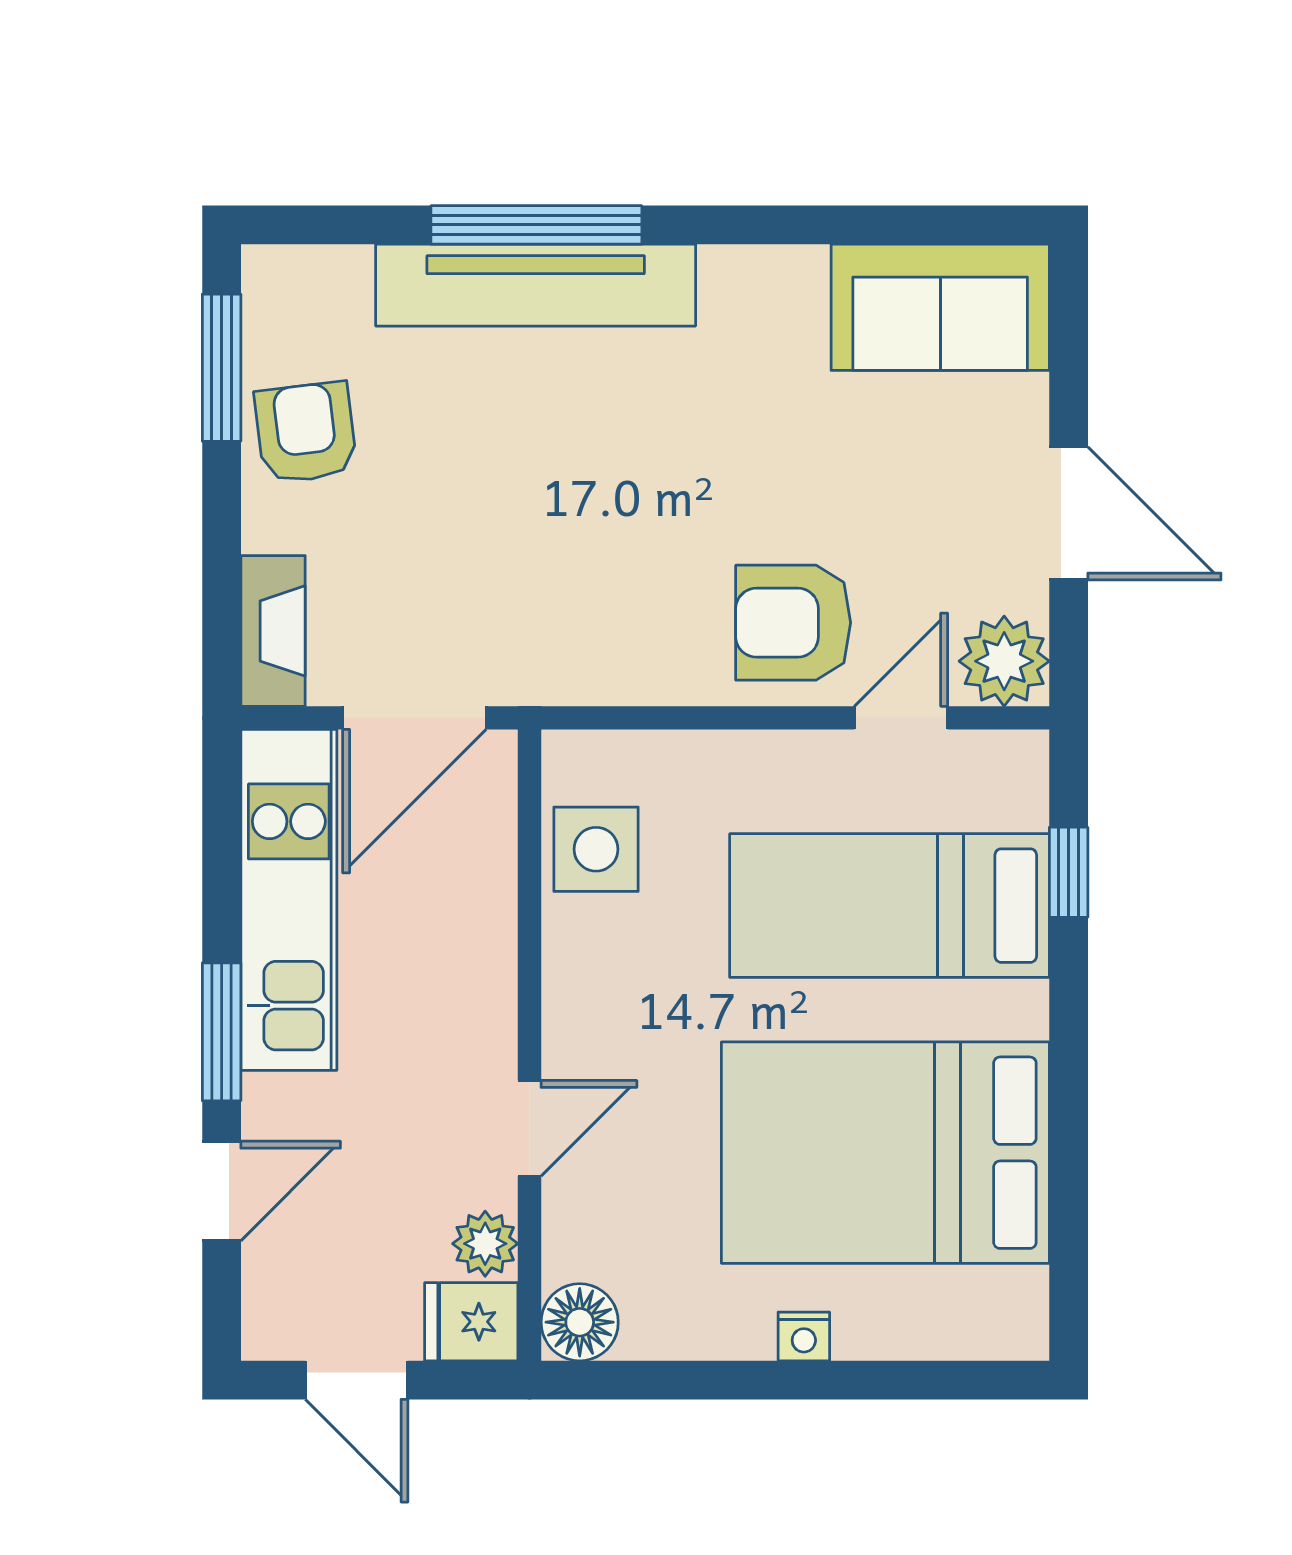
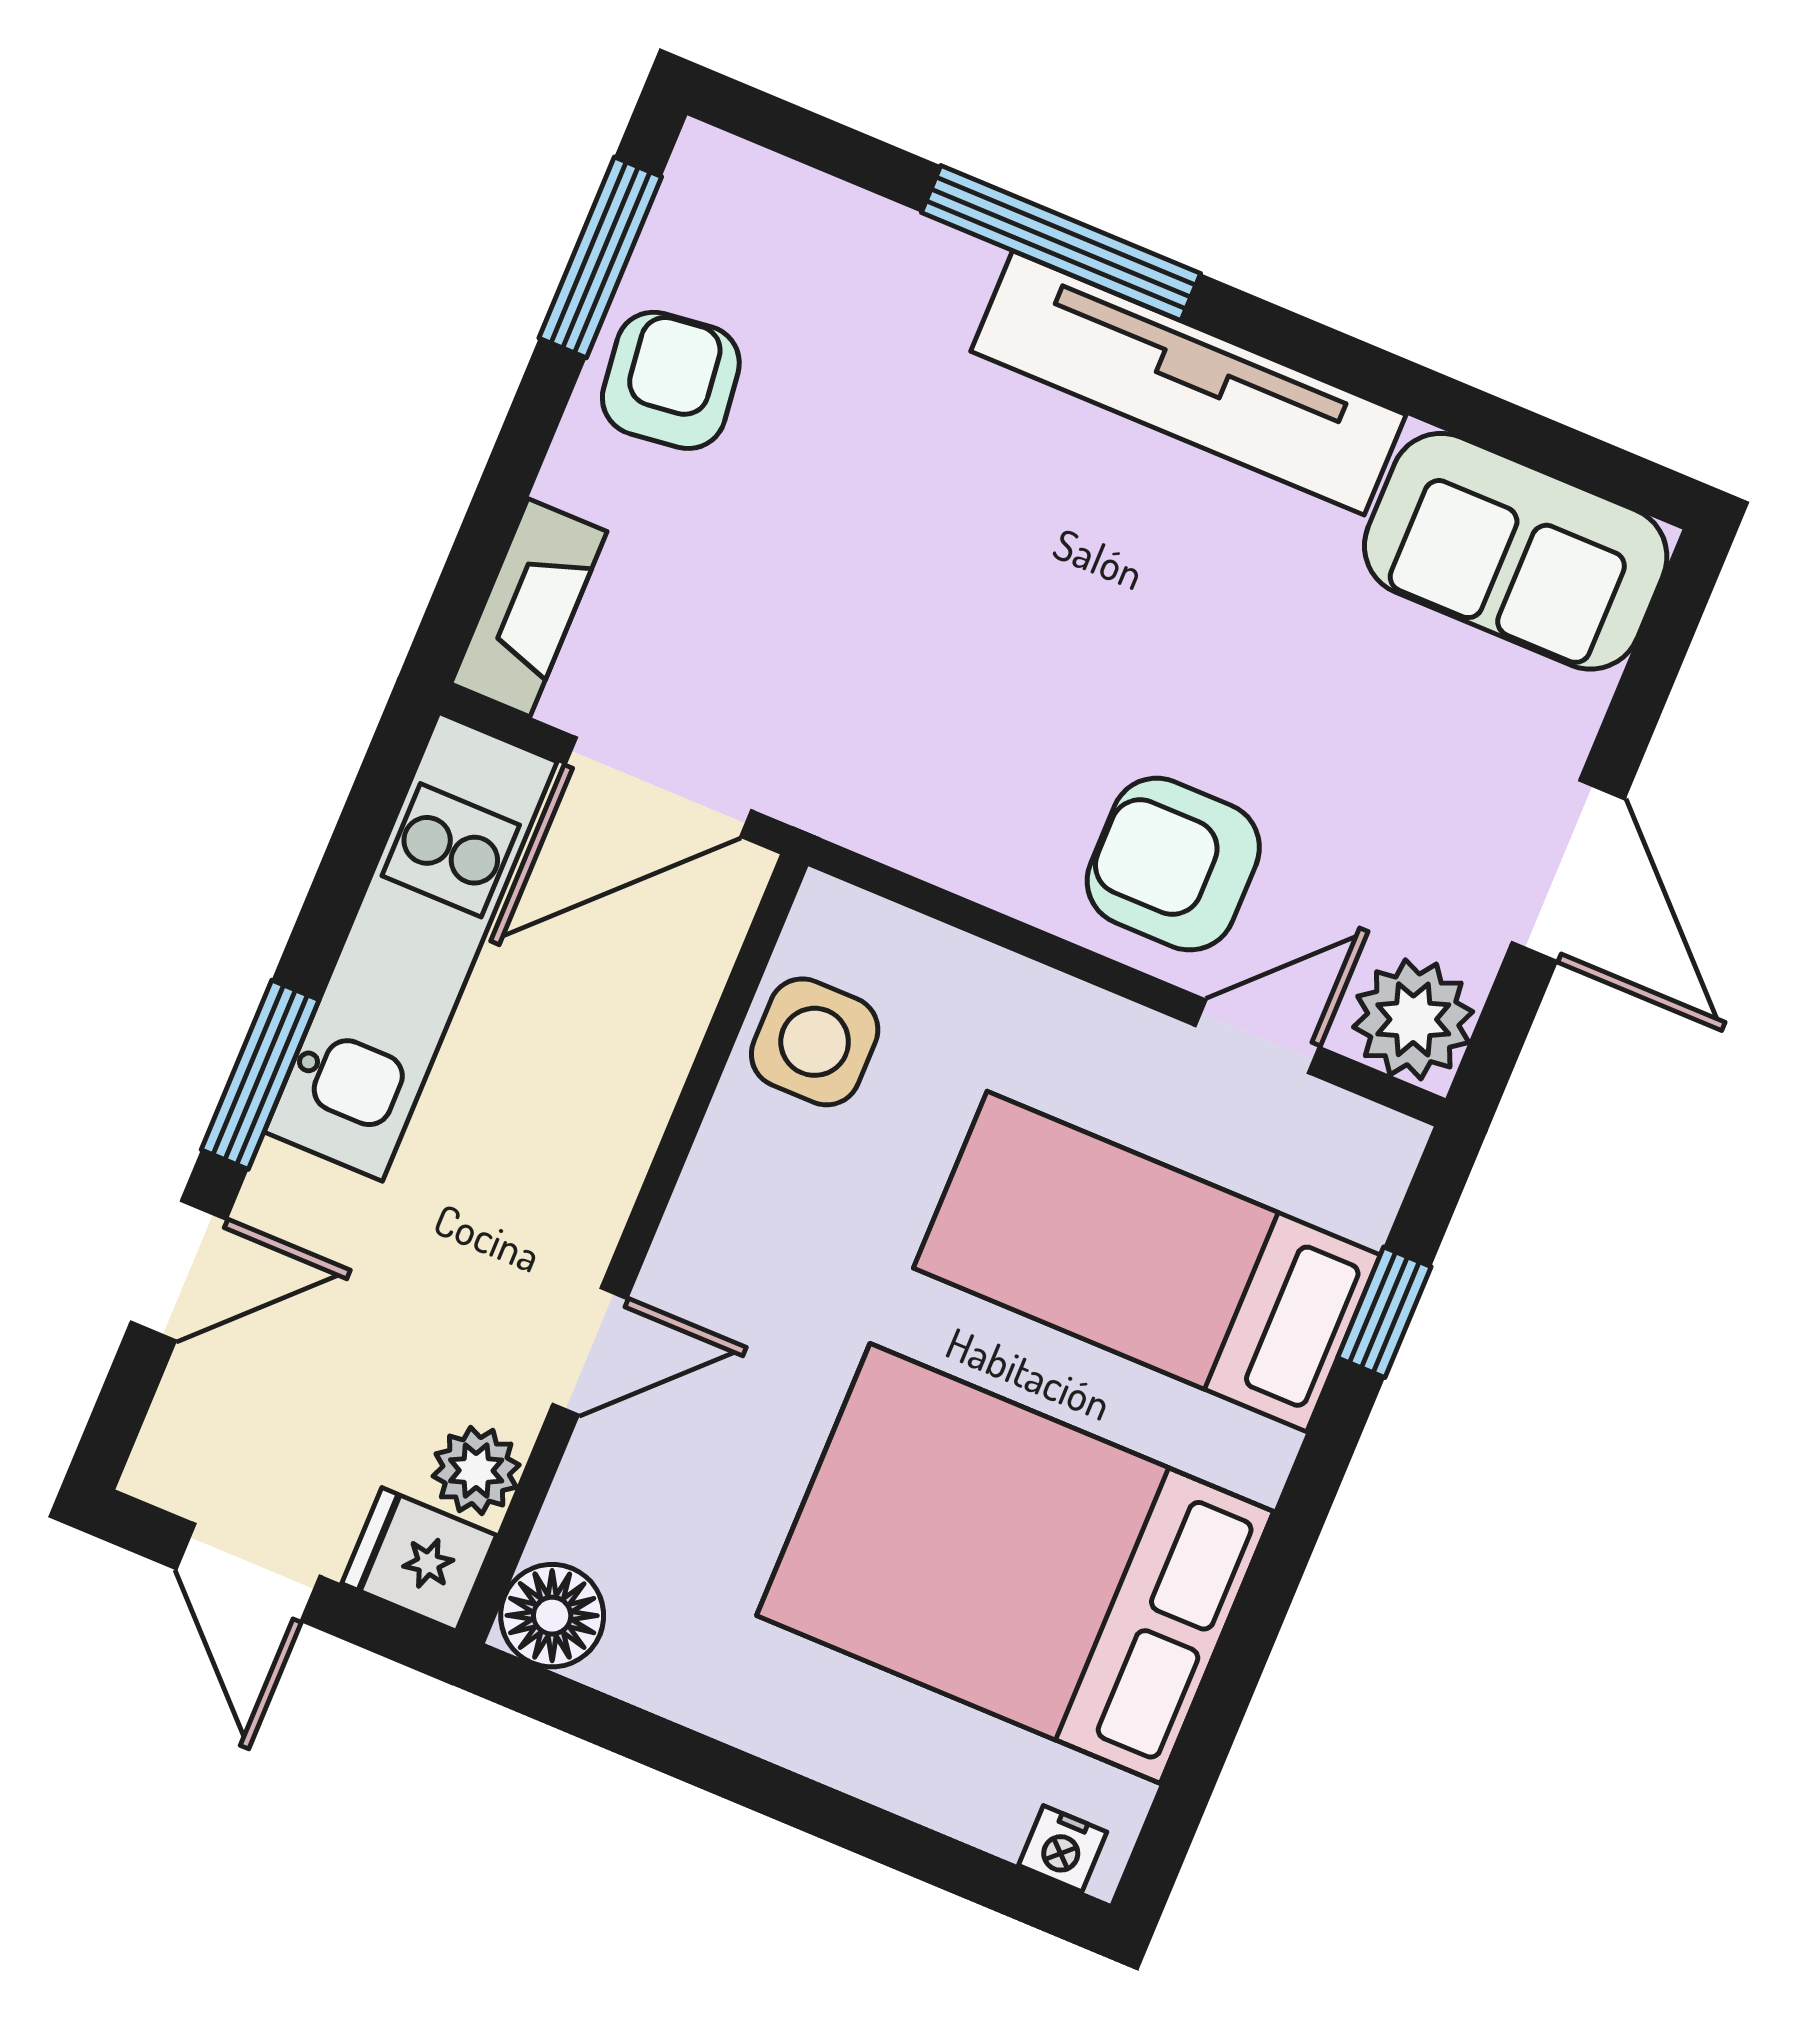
tv unit: (536, 285) -> (1188, 383), moved
nightstand: (804, 1336) -> (1063, 1849), moved

